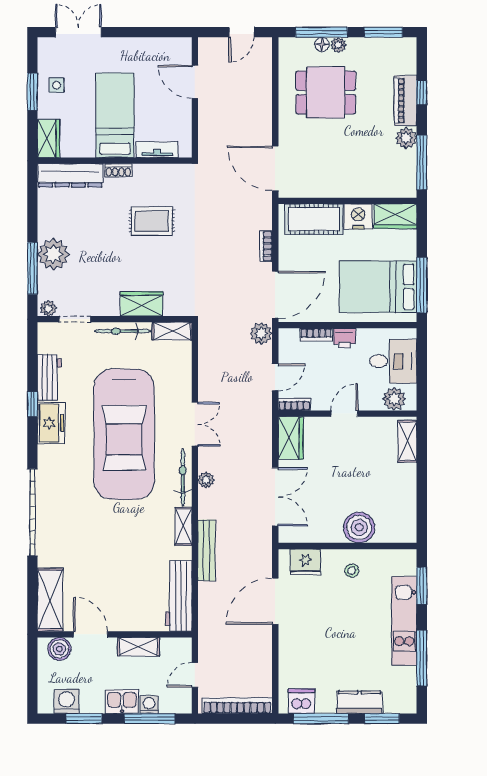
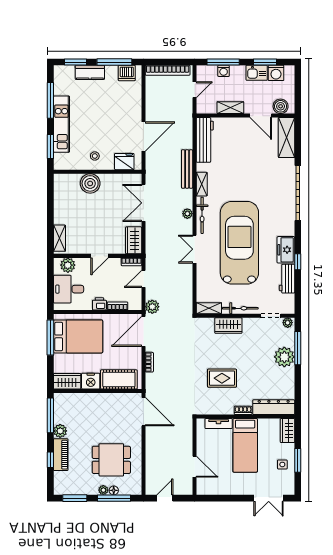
kitchen sink: (122, 702) -> (257, 73), moved

